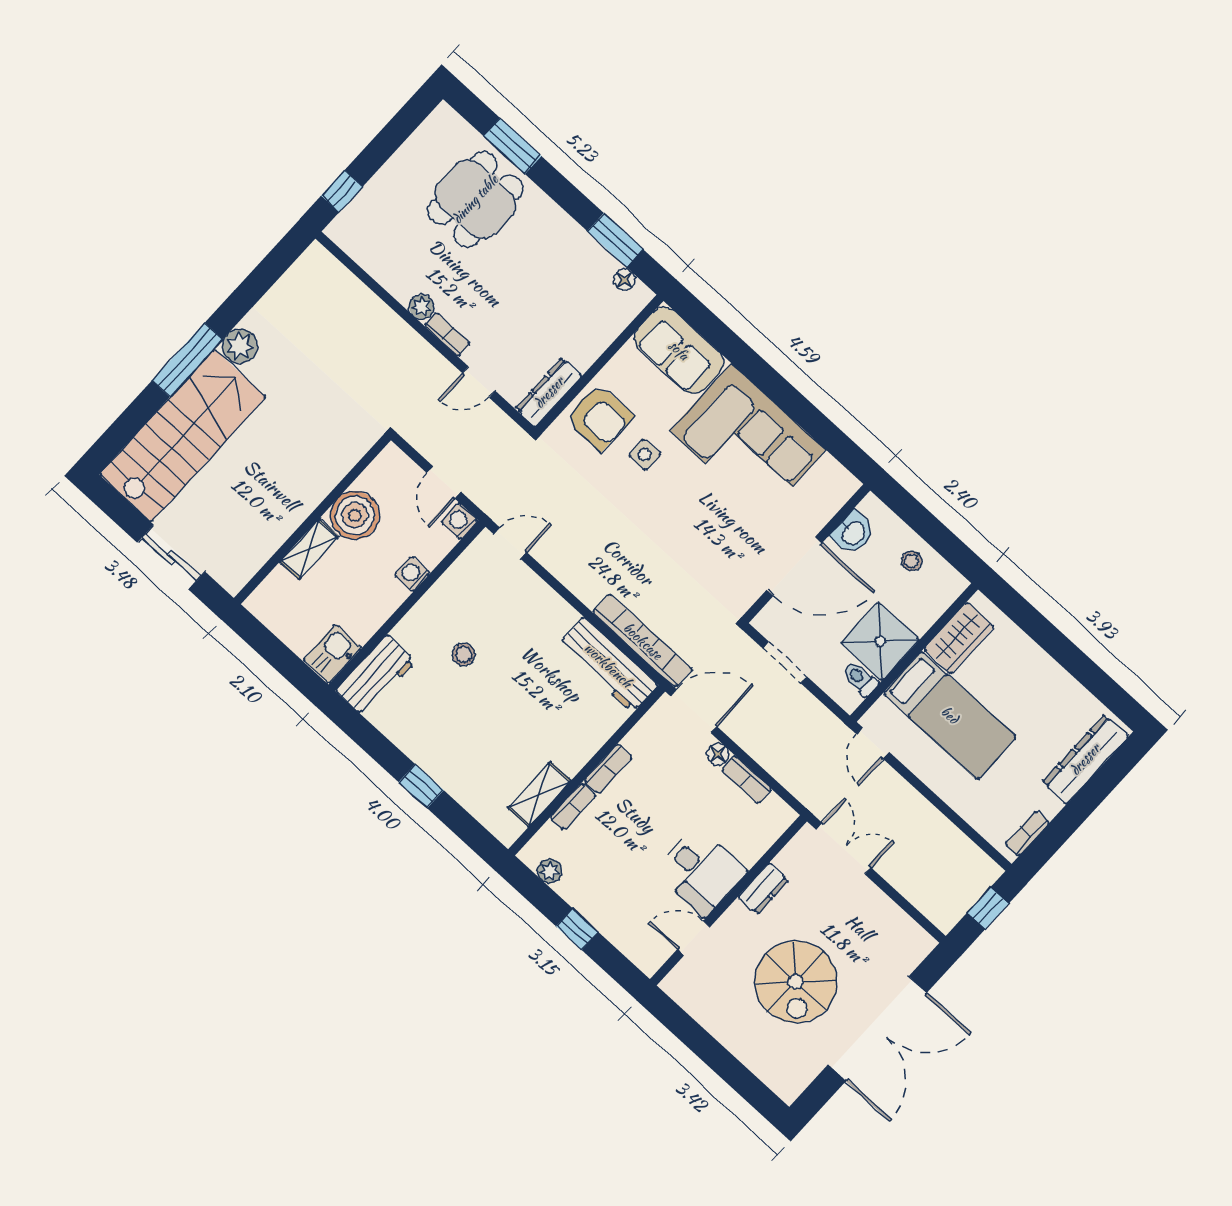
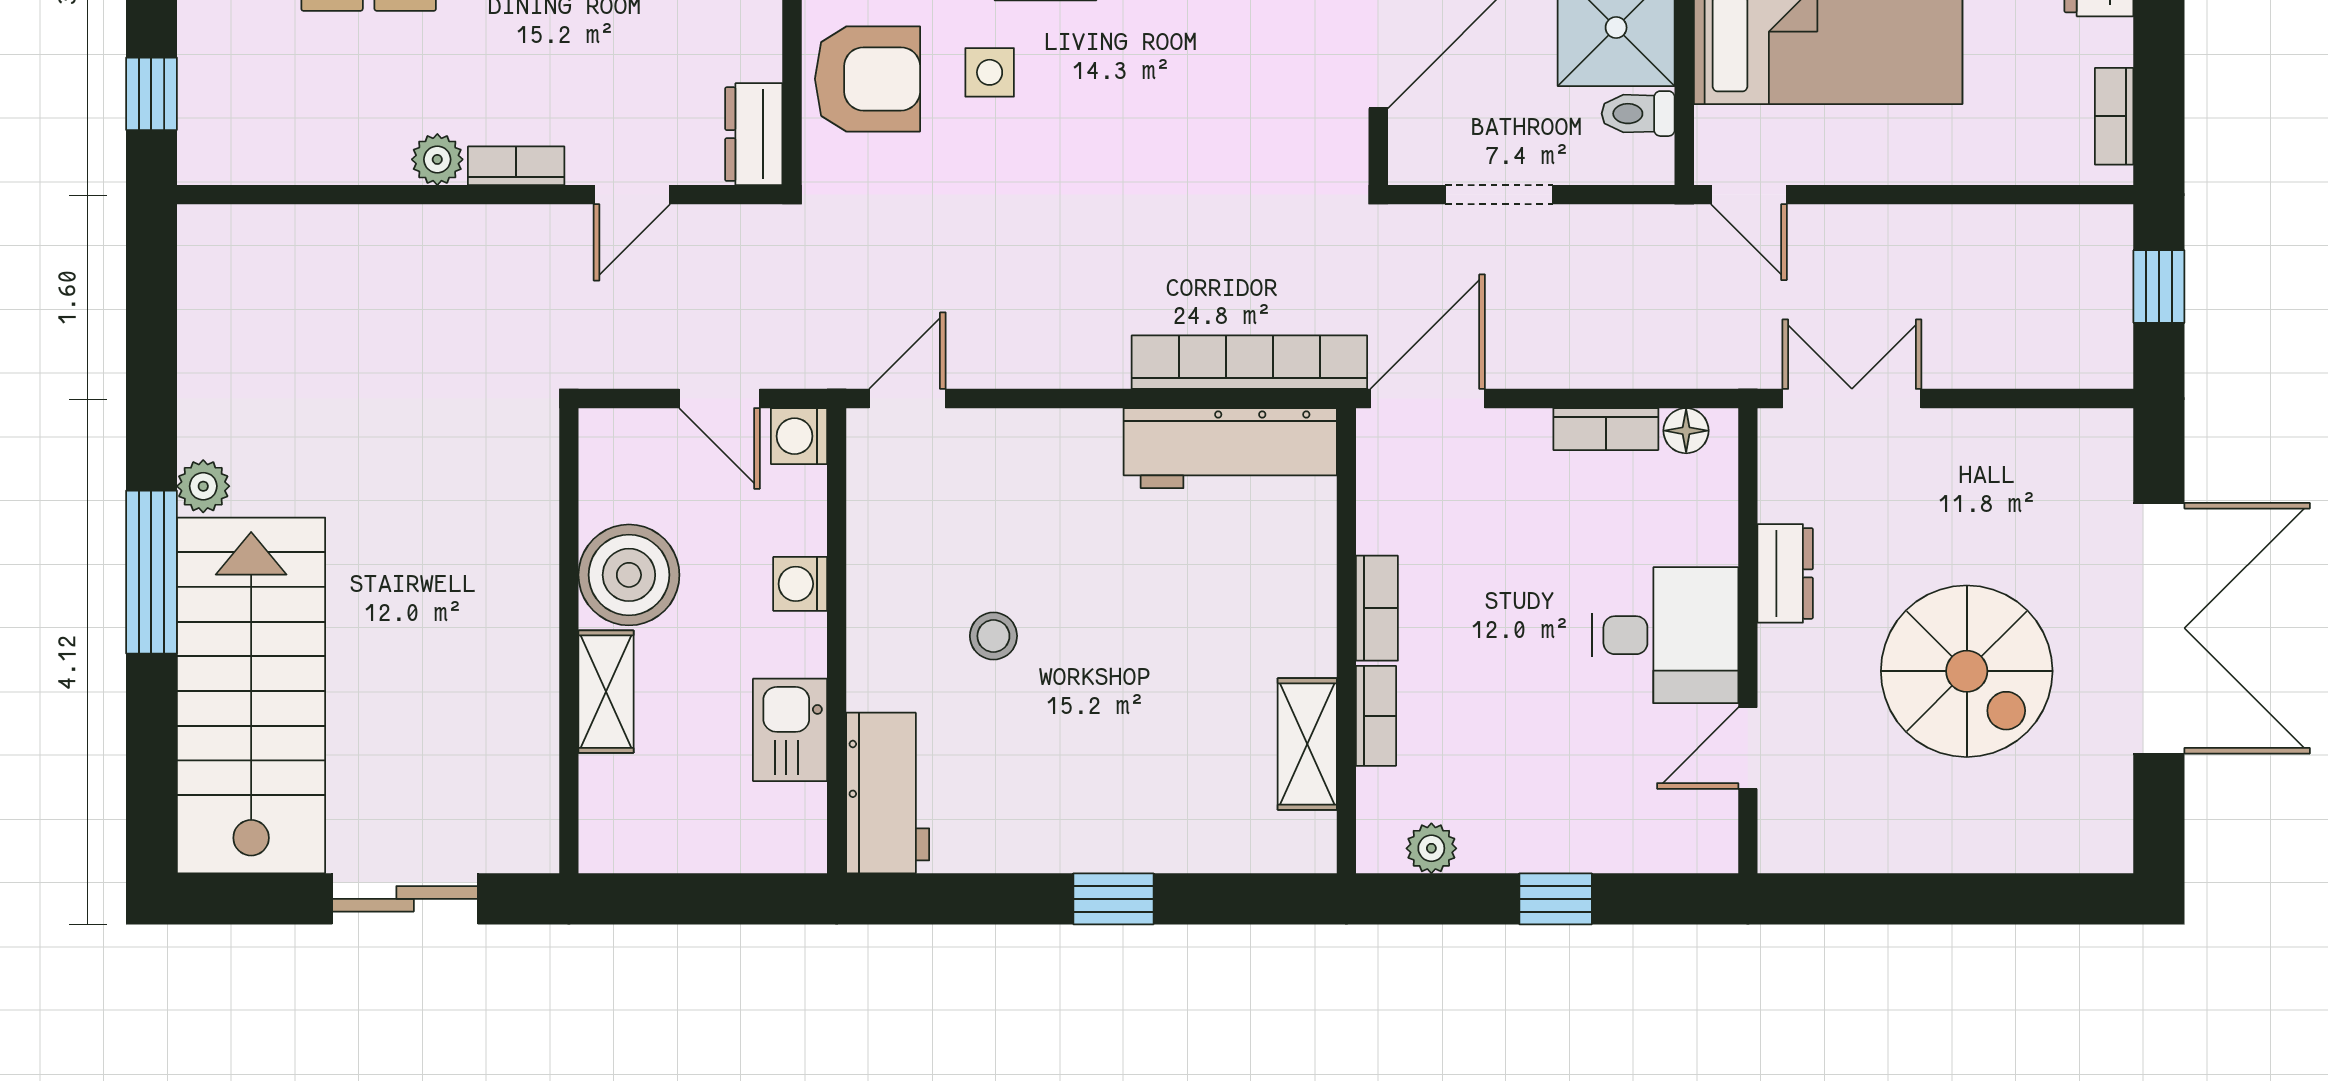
plant: (240, 346) -> (203, 486), width x0.73, depth x0.73
dresser: (549, 392) -> (754, 134), width x0.70
kitchen sink: (332, 654) -> (790, 730), moved
floor lamp: (718, 754) -> (1686, 431), moved

